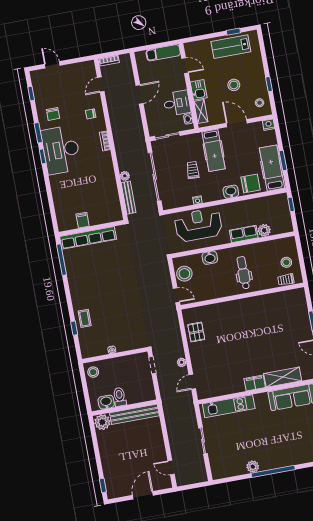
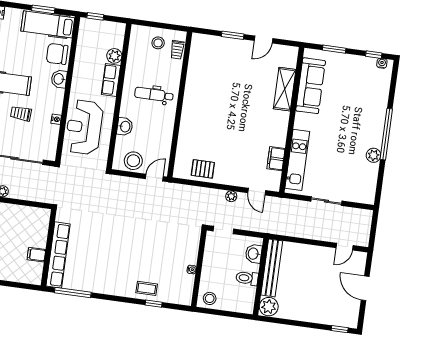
chair: (251, 183) -> (57, 54), turned -90
bench: (128, 198) -> (28, 195), removed
filing cabinet: (255, 383) -> (276, 159), moved
washbasin: (106, 402) -> (254, 254), moved

